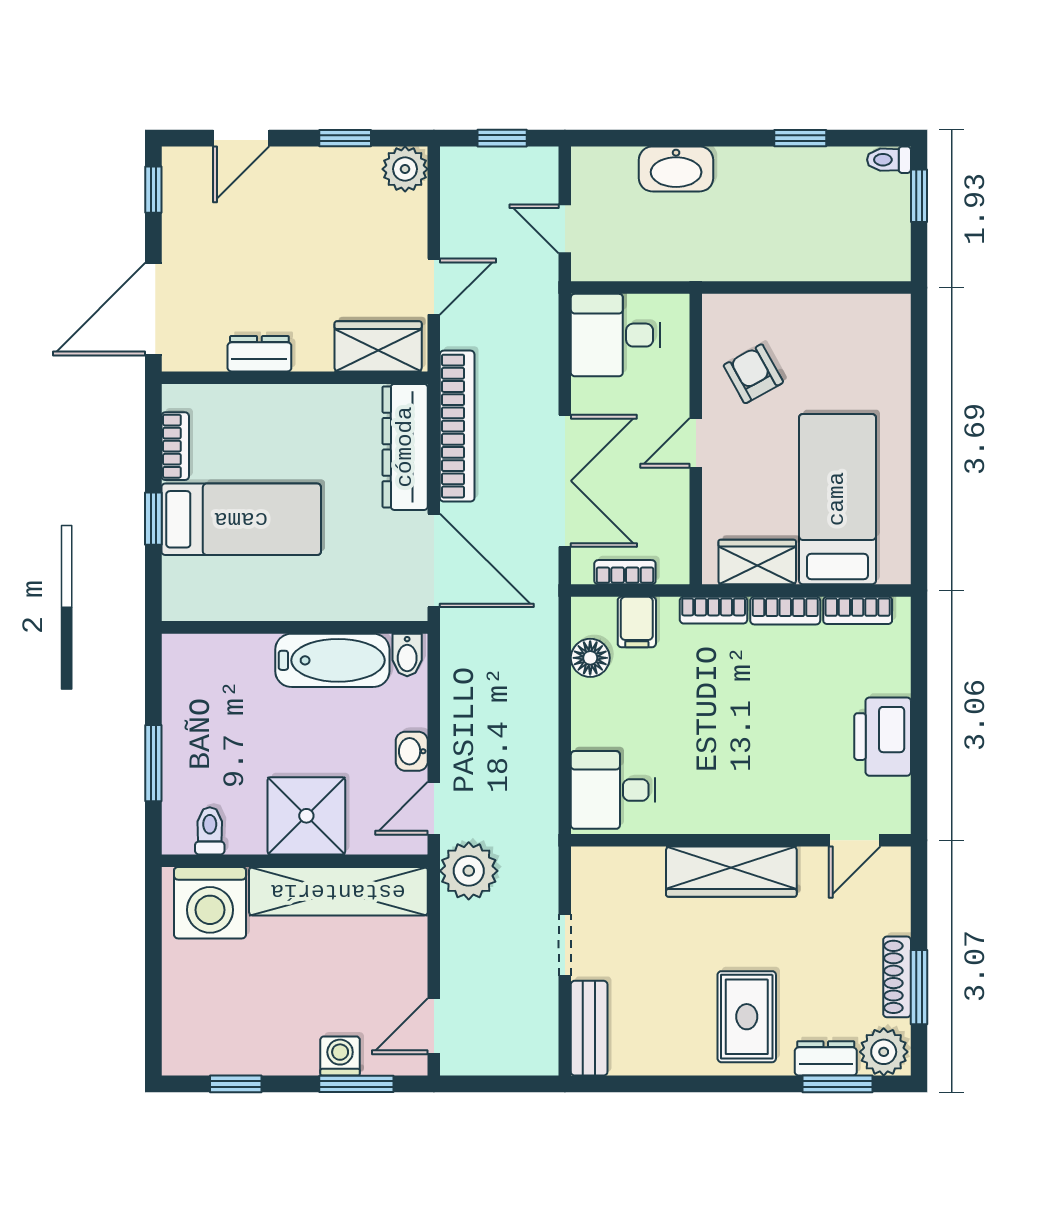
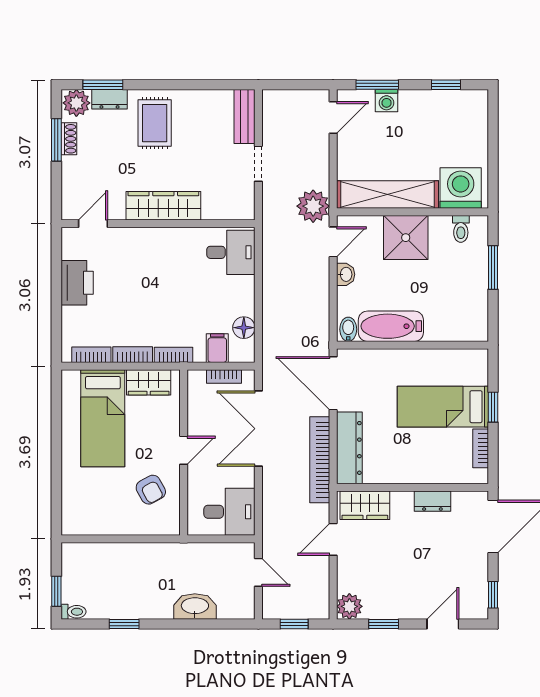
shoe rack: (897, 977) -> (69, 139), width x0.70

